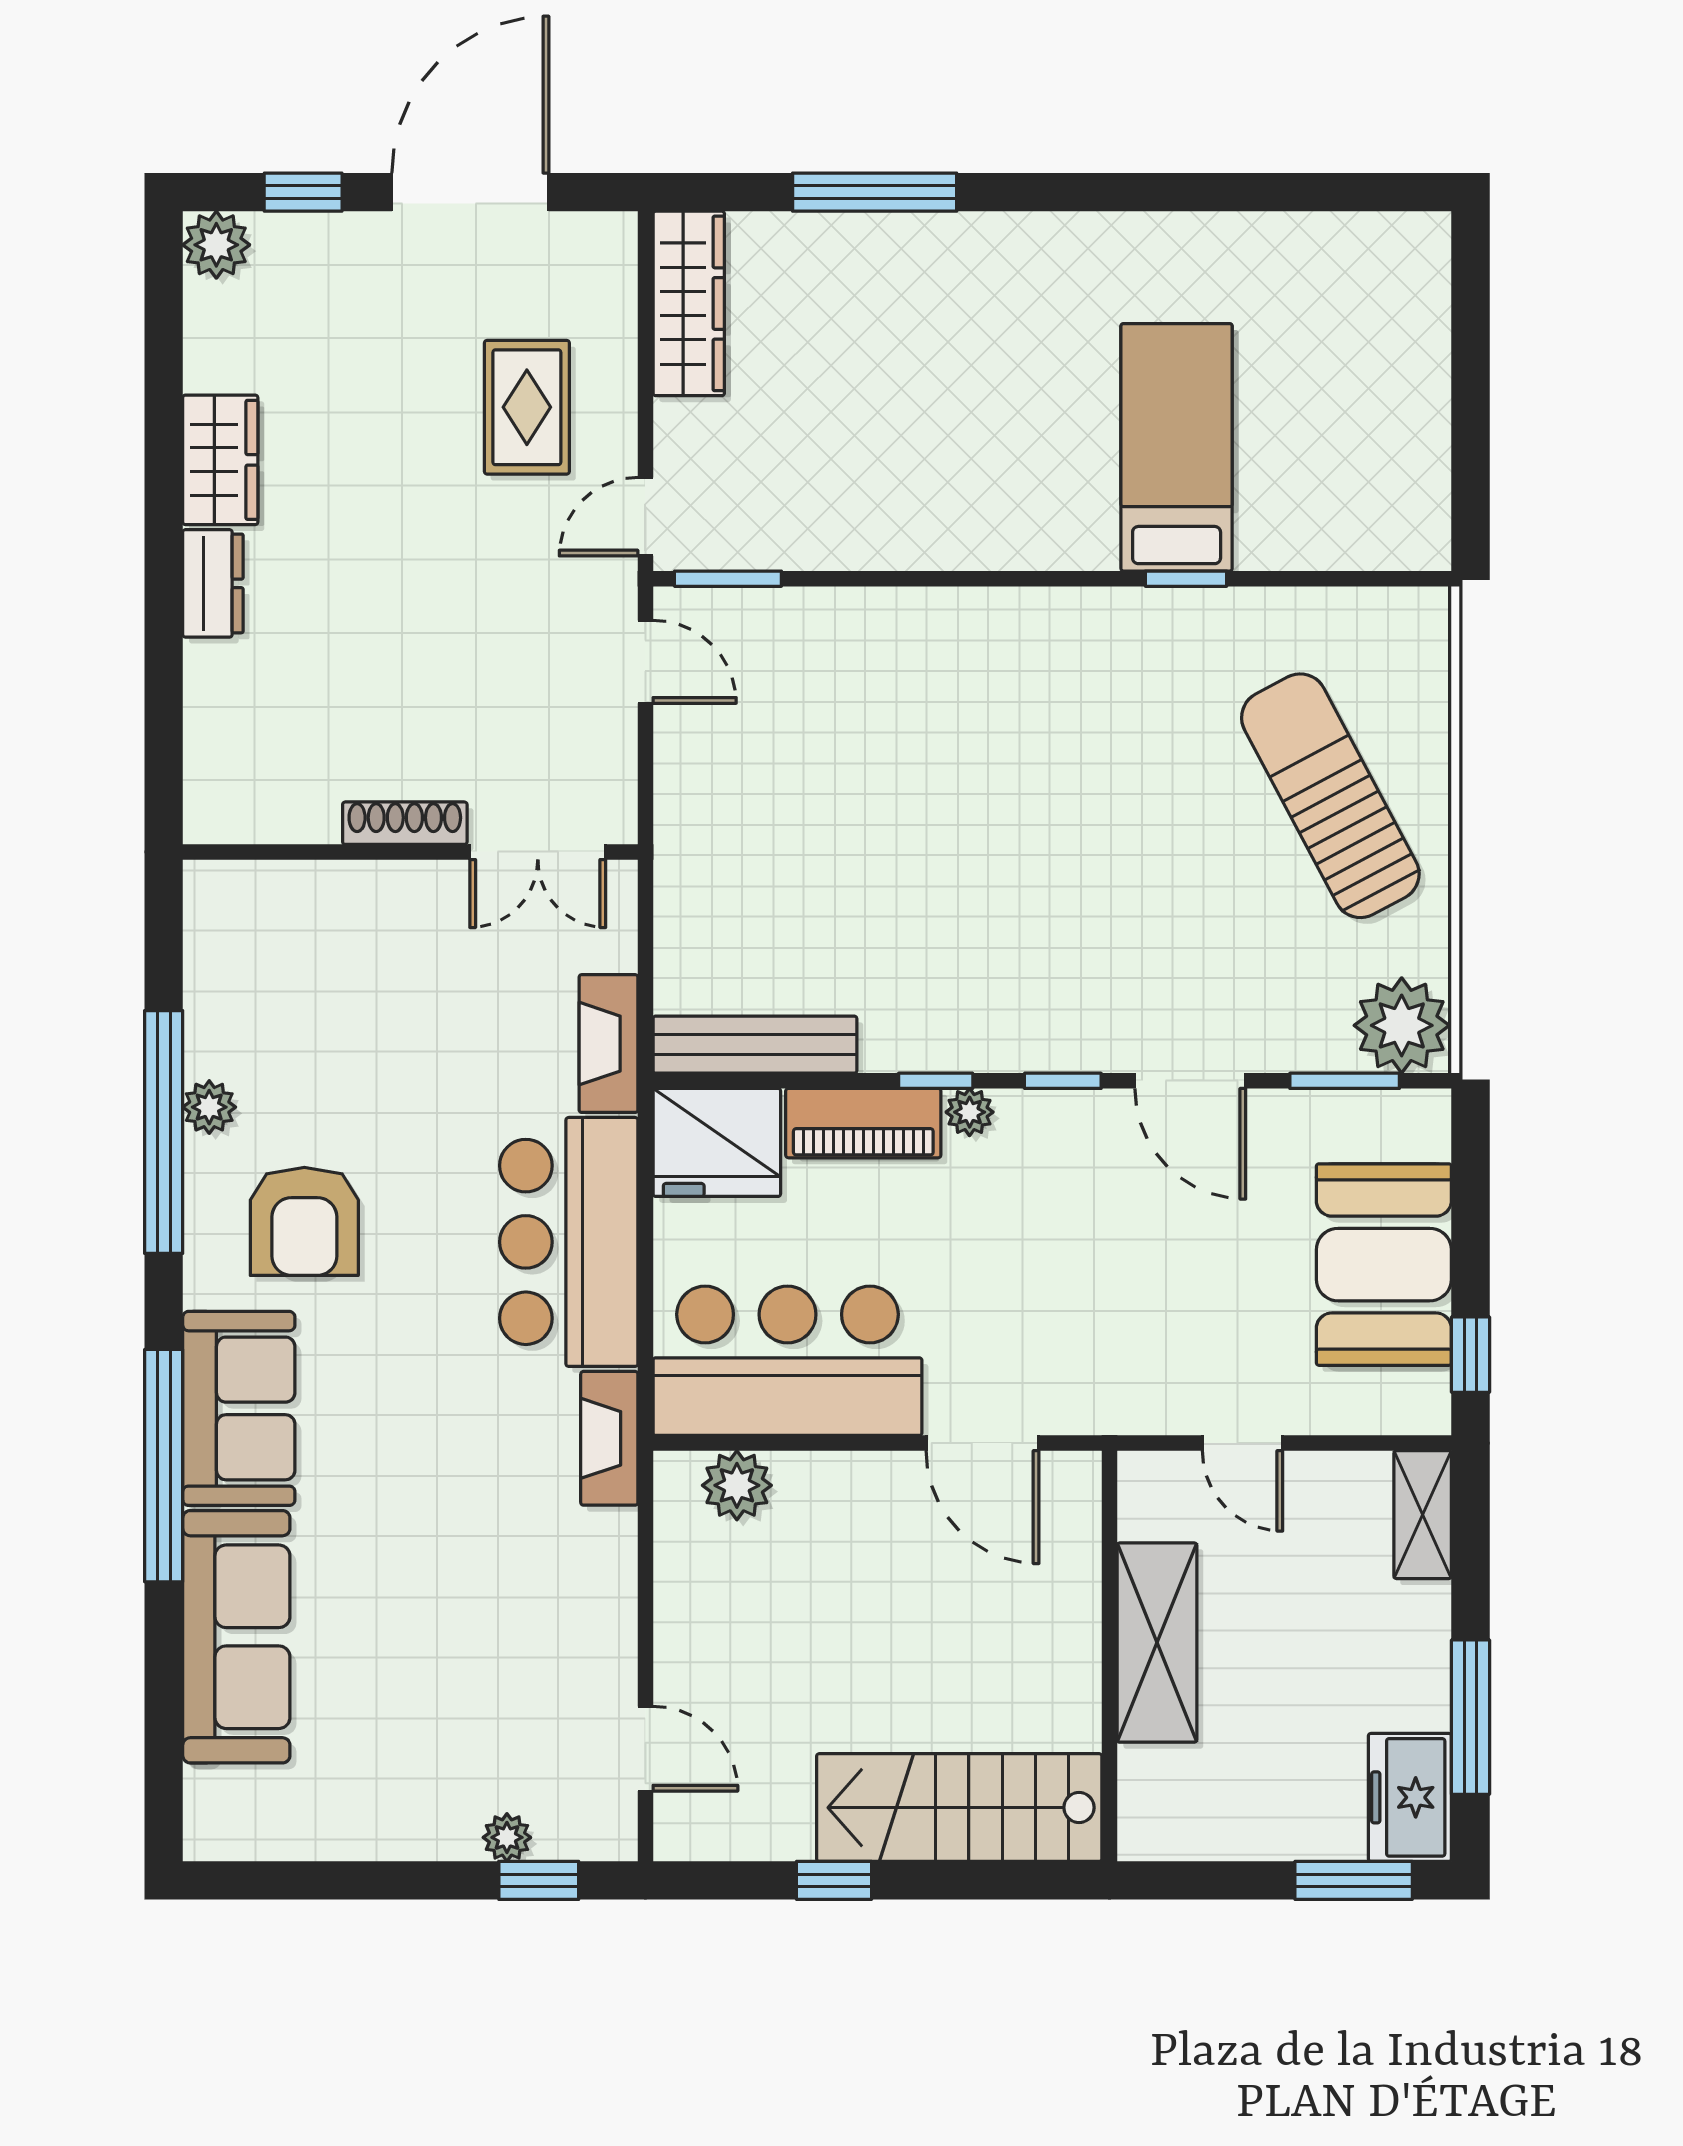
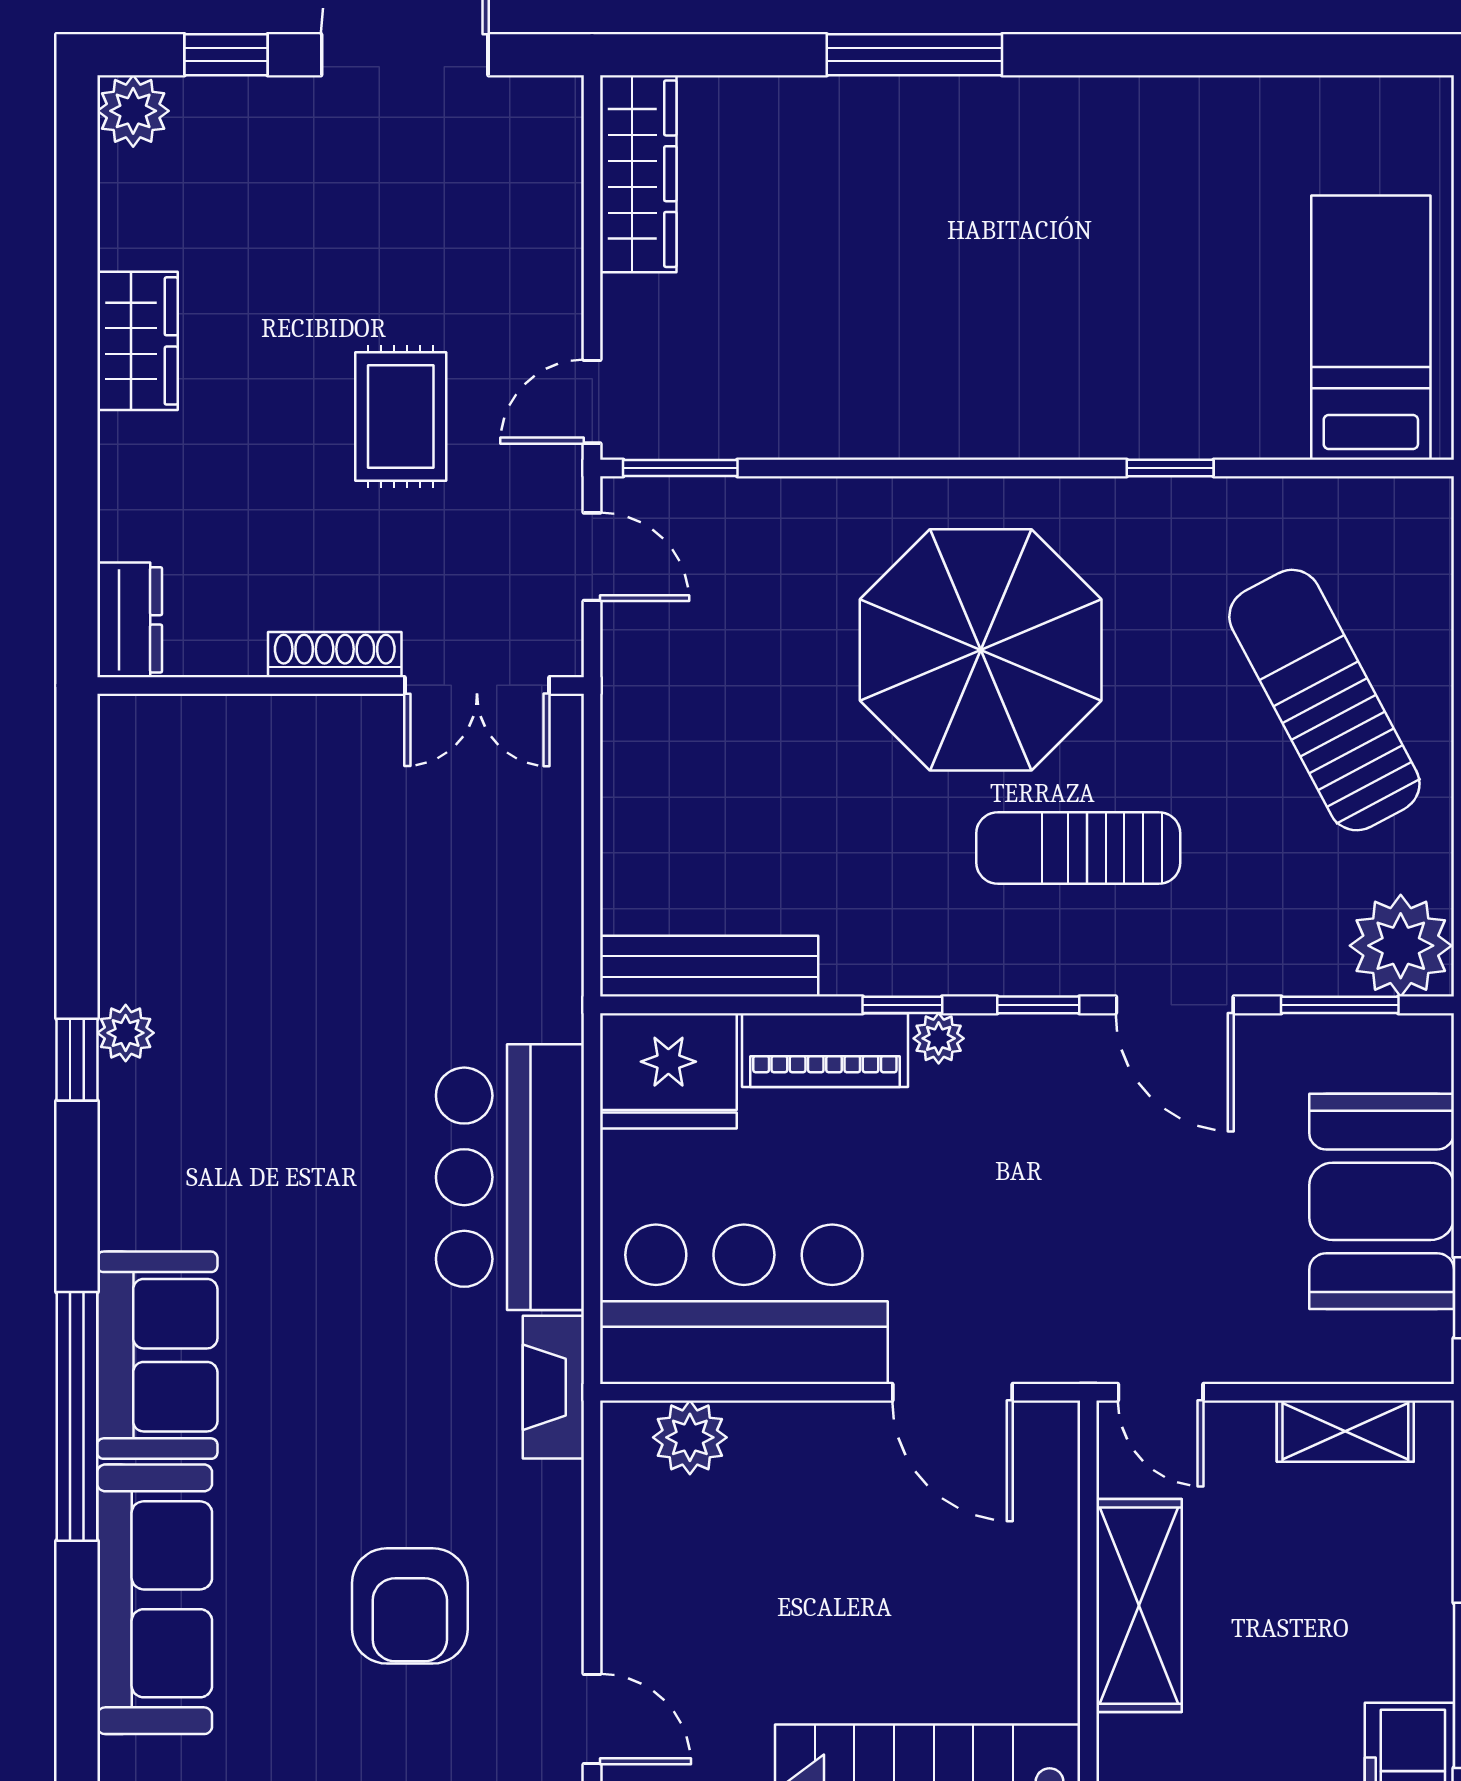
window: (875, 192) -> (914, 55), moved
rug: (527, 407) -> (401, 417), moved
bed: (1177, 447) -> (1371, 328), moved
dresser: (213, 583) -> (130, 620), moved
parasol: (1009, 749) -> (981, 650), added
shoe rack: (405, 823) -> (335, 655), moved
wall: (410, 852) -> (341, 685), moved
double door: (538, 852) -> (477, 685), moved
sun lounger: (1100, 934) -> (1078, 848), added
fireplace: (608, 1044) -> (552, 965), removed
window: (164, 1132) -> (77, 1060), width x0.32
armchair: (304, 1221) -> (410, 1606), moved
door: (1243, 1443) -> (1161, 1392), moved
shelving: (1423, 1515) -> (1345, 1431), moved, turned 90

